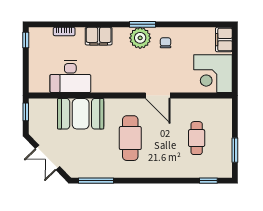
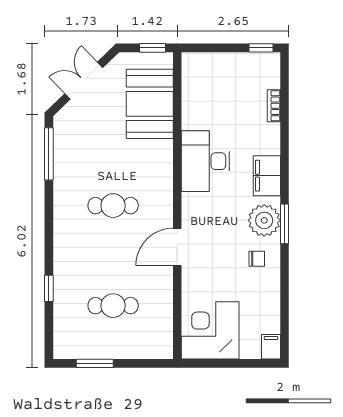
filing cabinet: (99, 36) -> (267, 176), moved
filing cabinet: (224, 40) -> (271, 347), width x0.50
desk: (70, 77) -> (205, 161), moved
booth: (81, 114) -> (150, 104), moved
cafe table: (130, 138) -> (113, 206), width x0.73, depth x0.74
window: (208, 181) -> (49, 288), moved

